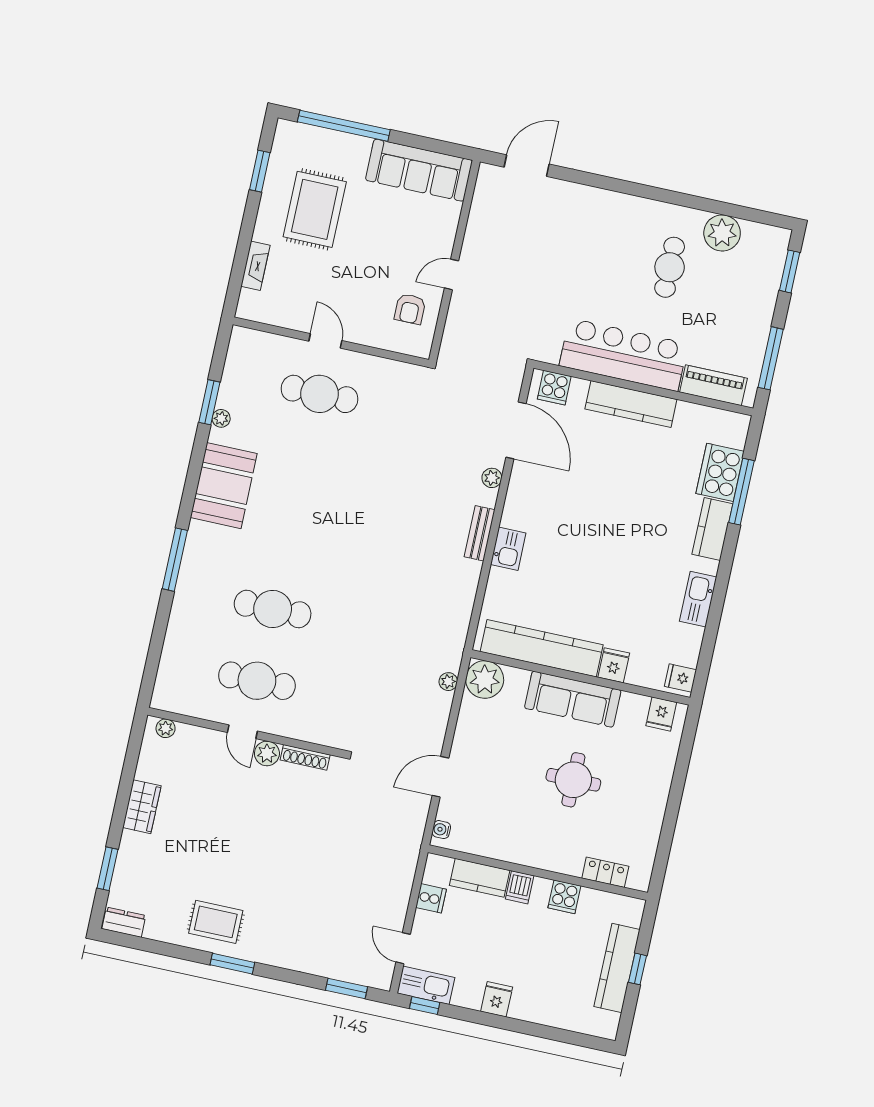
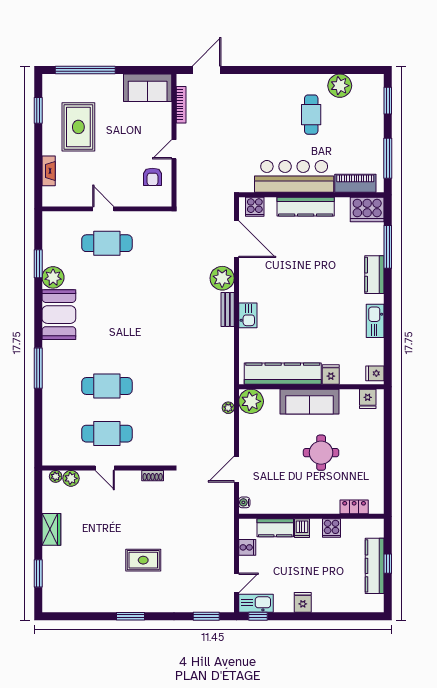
sofa: (419, 170) -> (148, 88), width x0.73
bookcase: (477, 210) -> (181, 105), added
plant: (221, 418) -> (53, 277), width x1.88, depth x1.88
cooker: (720, 472) -> (367, 210), moved, turned -90
plant: (492, 478) -> (222, 278), width x1.87, depth x1.87
plant: (267, 753) -> (71, 478), moved
shoe rack: (305, 757) -> (153, 476), width x0.70
dresser: (124, 922) -> (56, 605), removed
rug: (216, 922) -> (143, 560), moved
door: (403, 948) -> (236, 583), swing flipped

